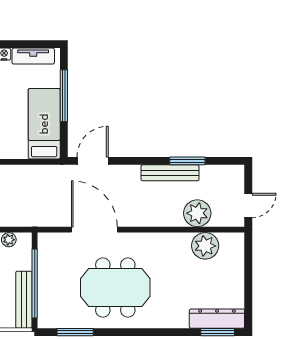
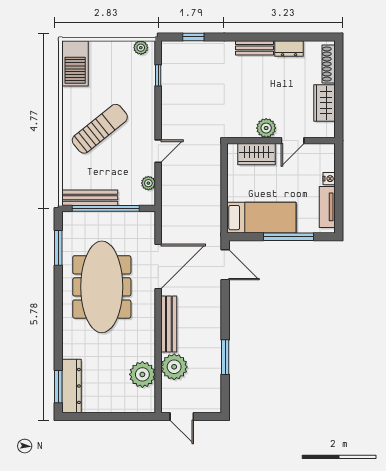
bench: (170, 173) -> (169, 324), moved
meeting table: (115, 287) -> (102, 287), width x1.36

